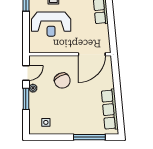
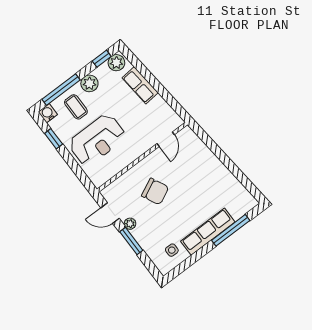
door: (92, 54) -> (166, 139), width x0.53
door: (26, 73) -> (110, 213), swing flipped
row of seats: (110, 109) -> (208, 232), moved, turned 95

